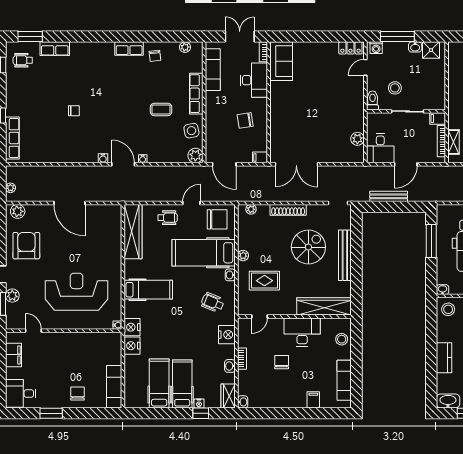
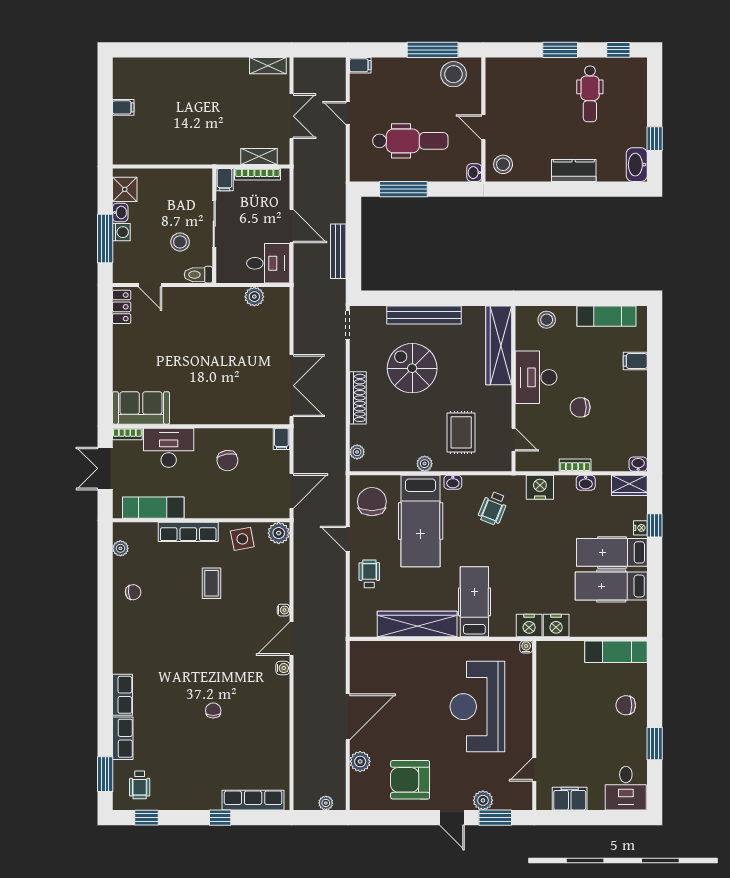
washing machine: (376, 48) -> (121, 232), moved
row of seats: (129, 49) -> (122, 695), moved
plant: (18, 211) -> (360, 761), moved
wardrobe: (133, 232) -> (417, 624), moved

